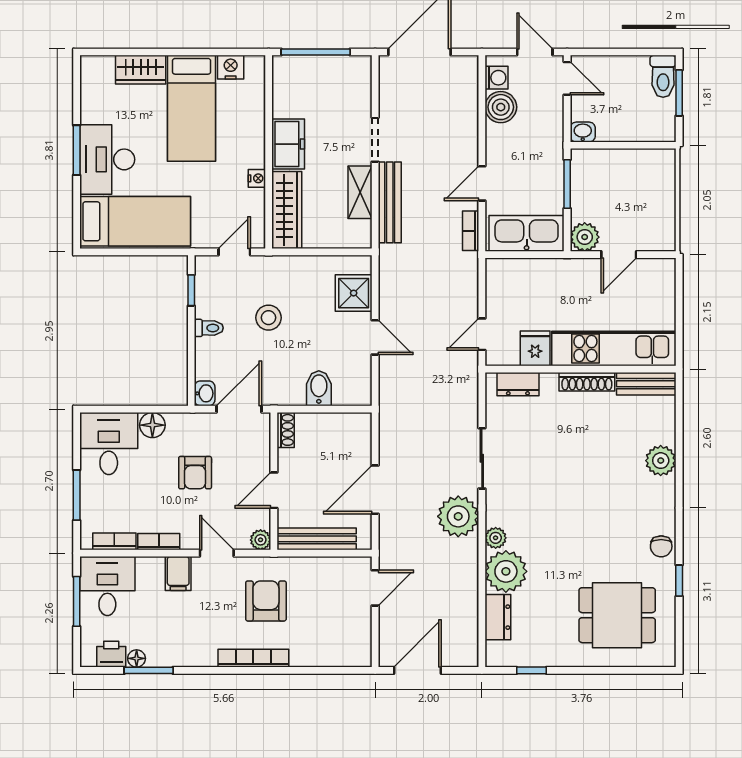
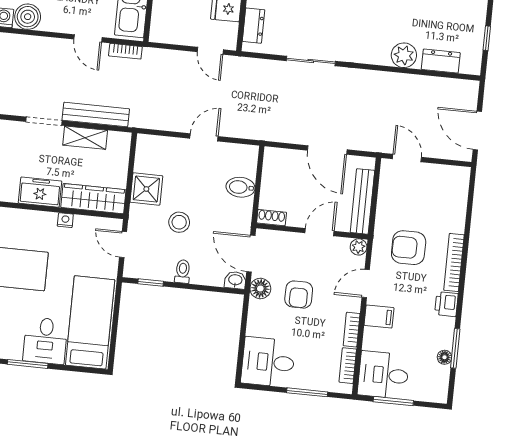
desk: (107, 159) -> (45, 341), width x0.73
shower: (354, 293) -> (146, 189), moved
floor lamp: (152, 425) -> (260, 288), moved
armchair: (195, 473) -> (299, 295), turned 90
door: (274, 490) -> (319, 232), swing flipped
plant: (458, 516) -> (356, 85), removed
plant: (496, 538) -> (376, 56), removed
plant: (506, 571) -> (404, 55), width x0.73, depth x0.73
printer: (111, 654) -> (446, 304), moved

